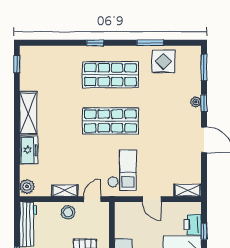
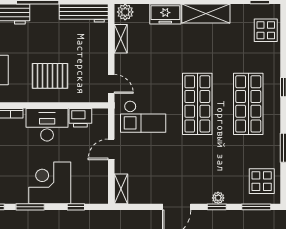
display table: (44, 59) -> (266, 30), added
display table: (163, 61) -> (262, 181), moved
shelving: (65, 191) -> (121, 39), moved
stool: (68, 212) -> (97, 57), removed
printer: (193, 225) -> (80, 118), moved, turned 180

